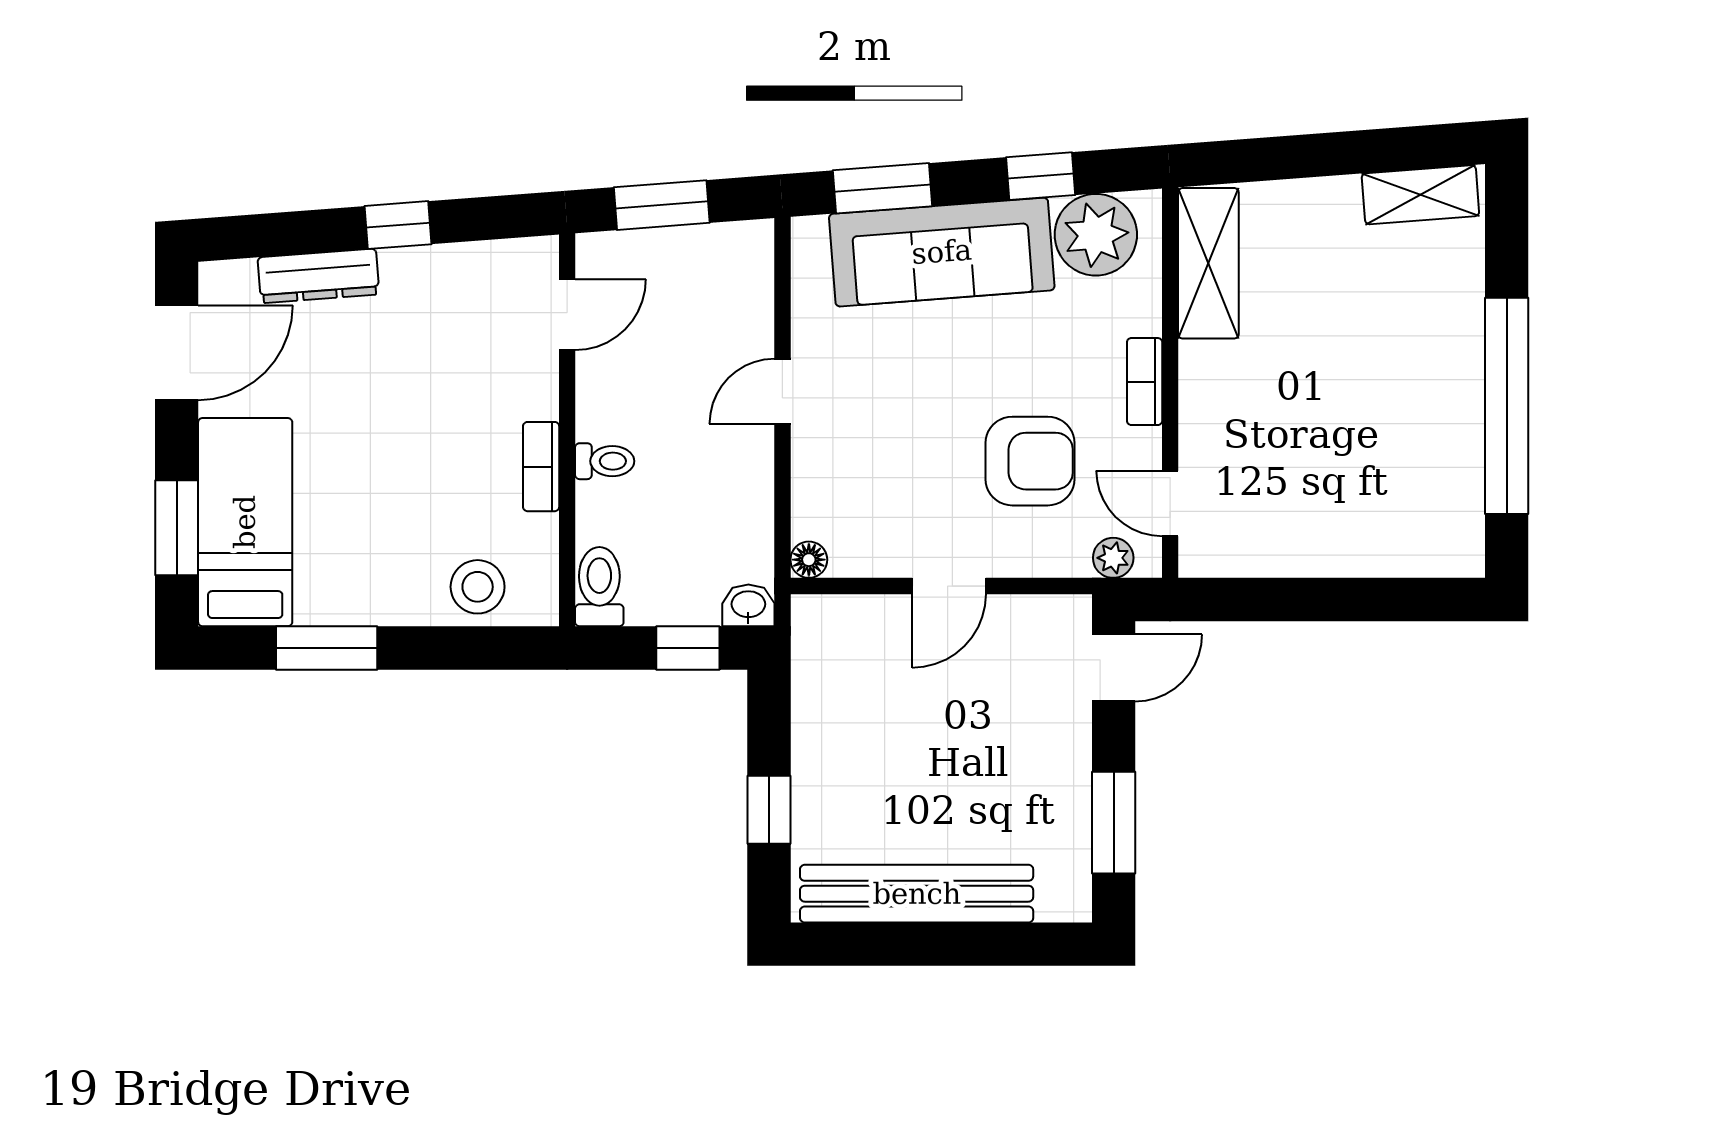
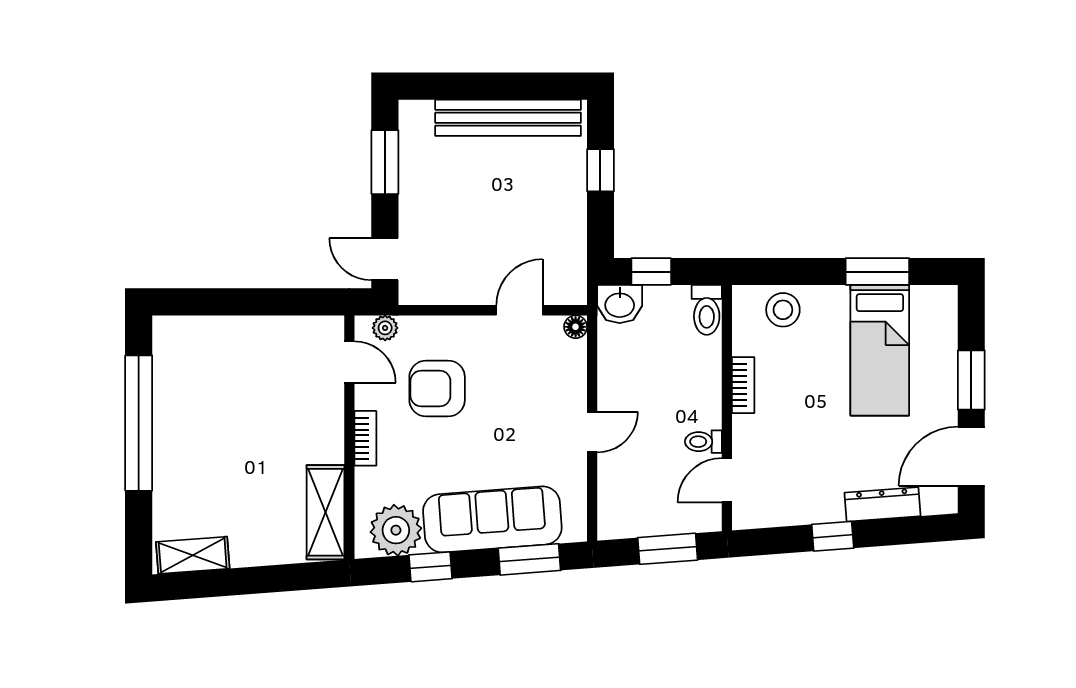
toilet: (605, 461) -> (703, 442), moved
bed: (245, 522) -> (880, 350), moved
window: (177, 528) -> (971, 380), moved
door: (949, 586) -> (519, 310), moved
washbasin: (748, 605) -> (620, 304), width x1.38, depth x1.45
door: (1114, 668) -> (385, 259), hinge flipped

